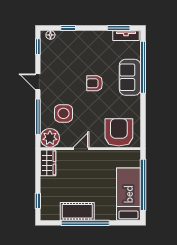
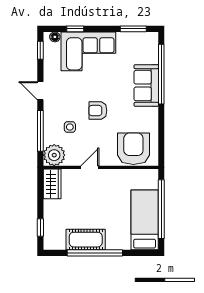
tv unit: (126, 36) -> (142, 38), removed
corner sofa: (80, 48) -> (88, 51), added
armchair: (95, 83) -> (98, 111), moved
side table: (63, 113) -> (70, 127), width x0.54, depth x0.54

